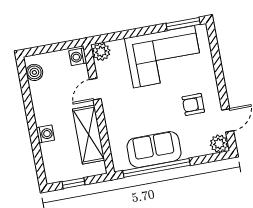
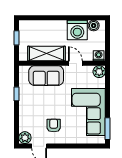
washing machine: (45, 134) -> (77, 30), moved, width x1.89, depth x1.89
sofa: (154, 150) -> (46, 76), moved, turned 90
window: (157, 168) -> (17, 94), width x0.32

